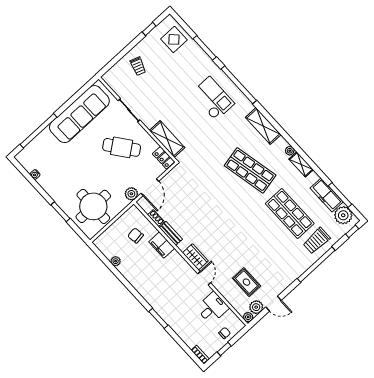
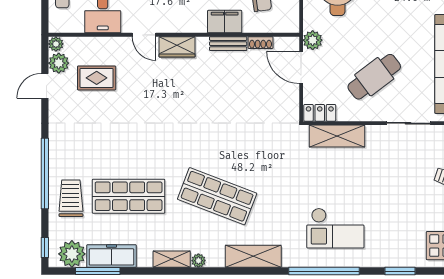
window: (205, 48) -> (400, 271), width x0.69
shop shelf: (250, 170) -> (217, 196), turned 33

